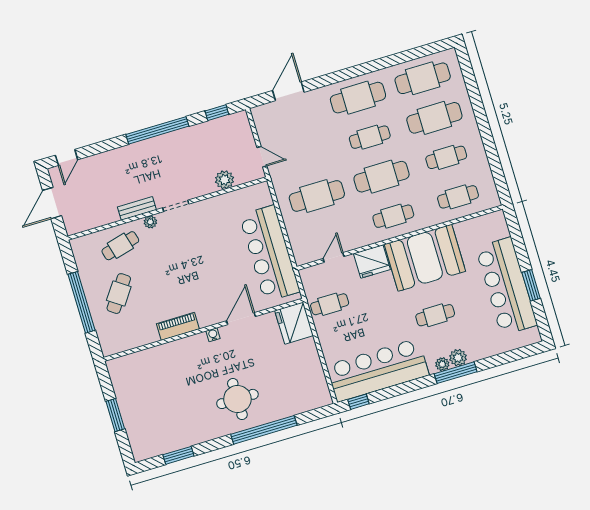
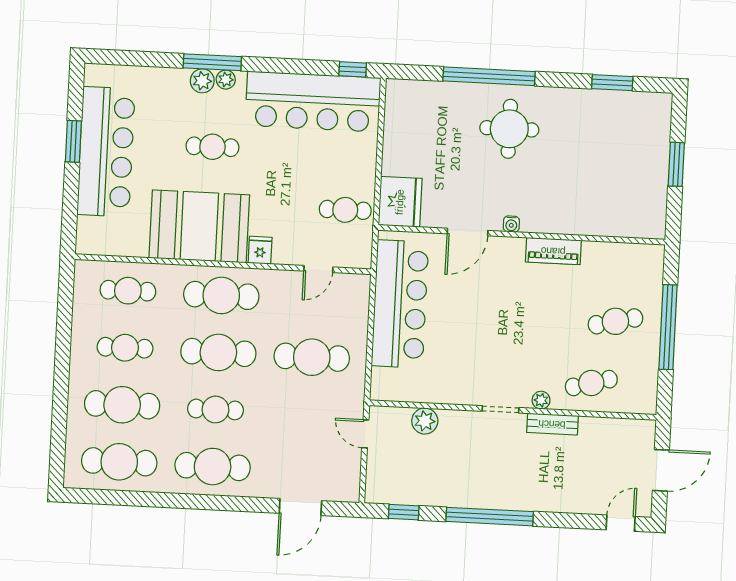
cafe table: (393, 216) -> (221, 295), width x1.37, depth x1.35
fridge: (372, 262) -> (260, 250), width x0.53, depth x0.75
cafe table: (119, 294) -> (615, 321), turned 42

